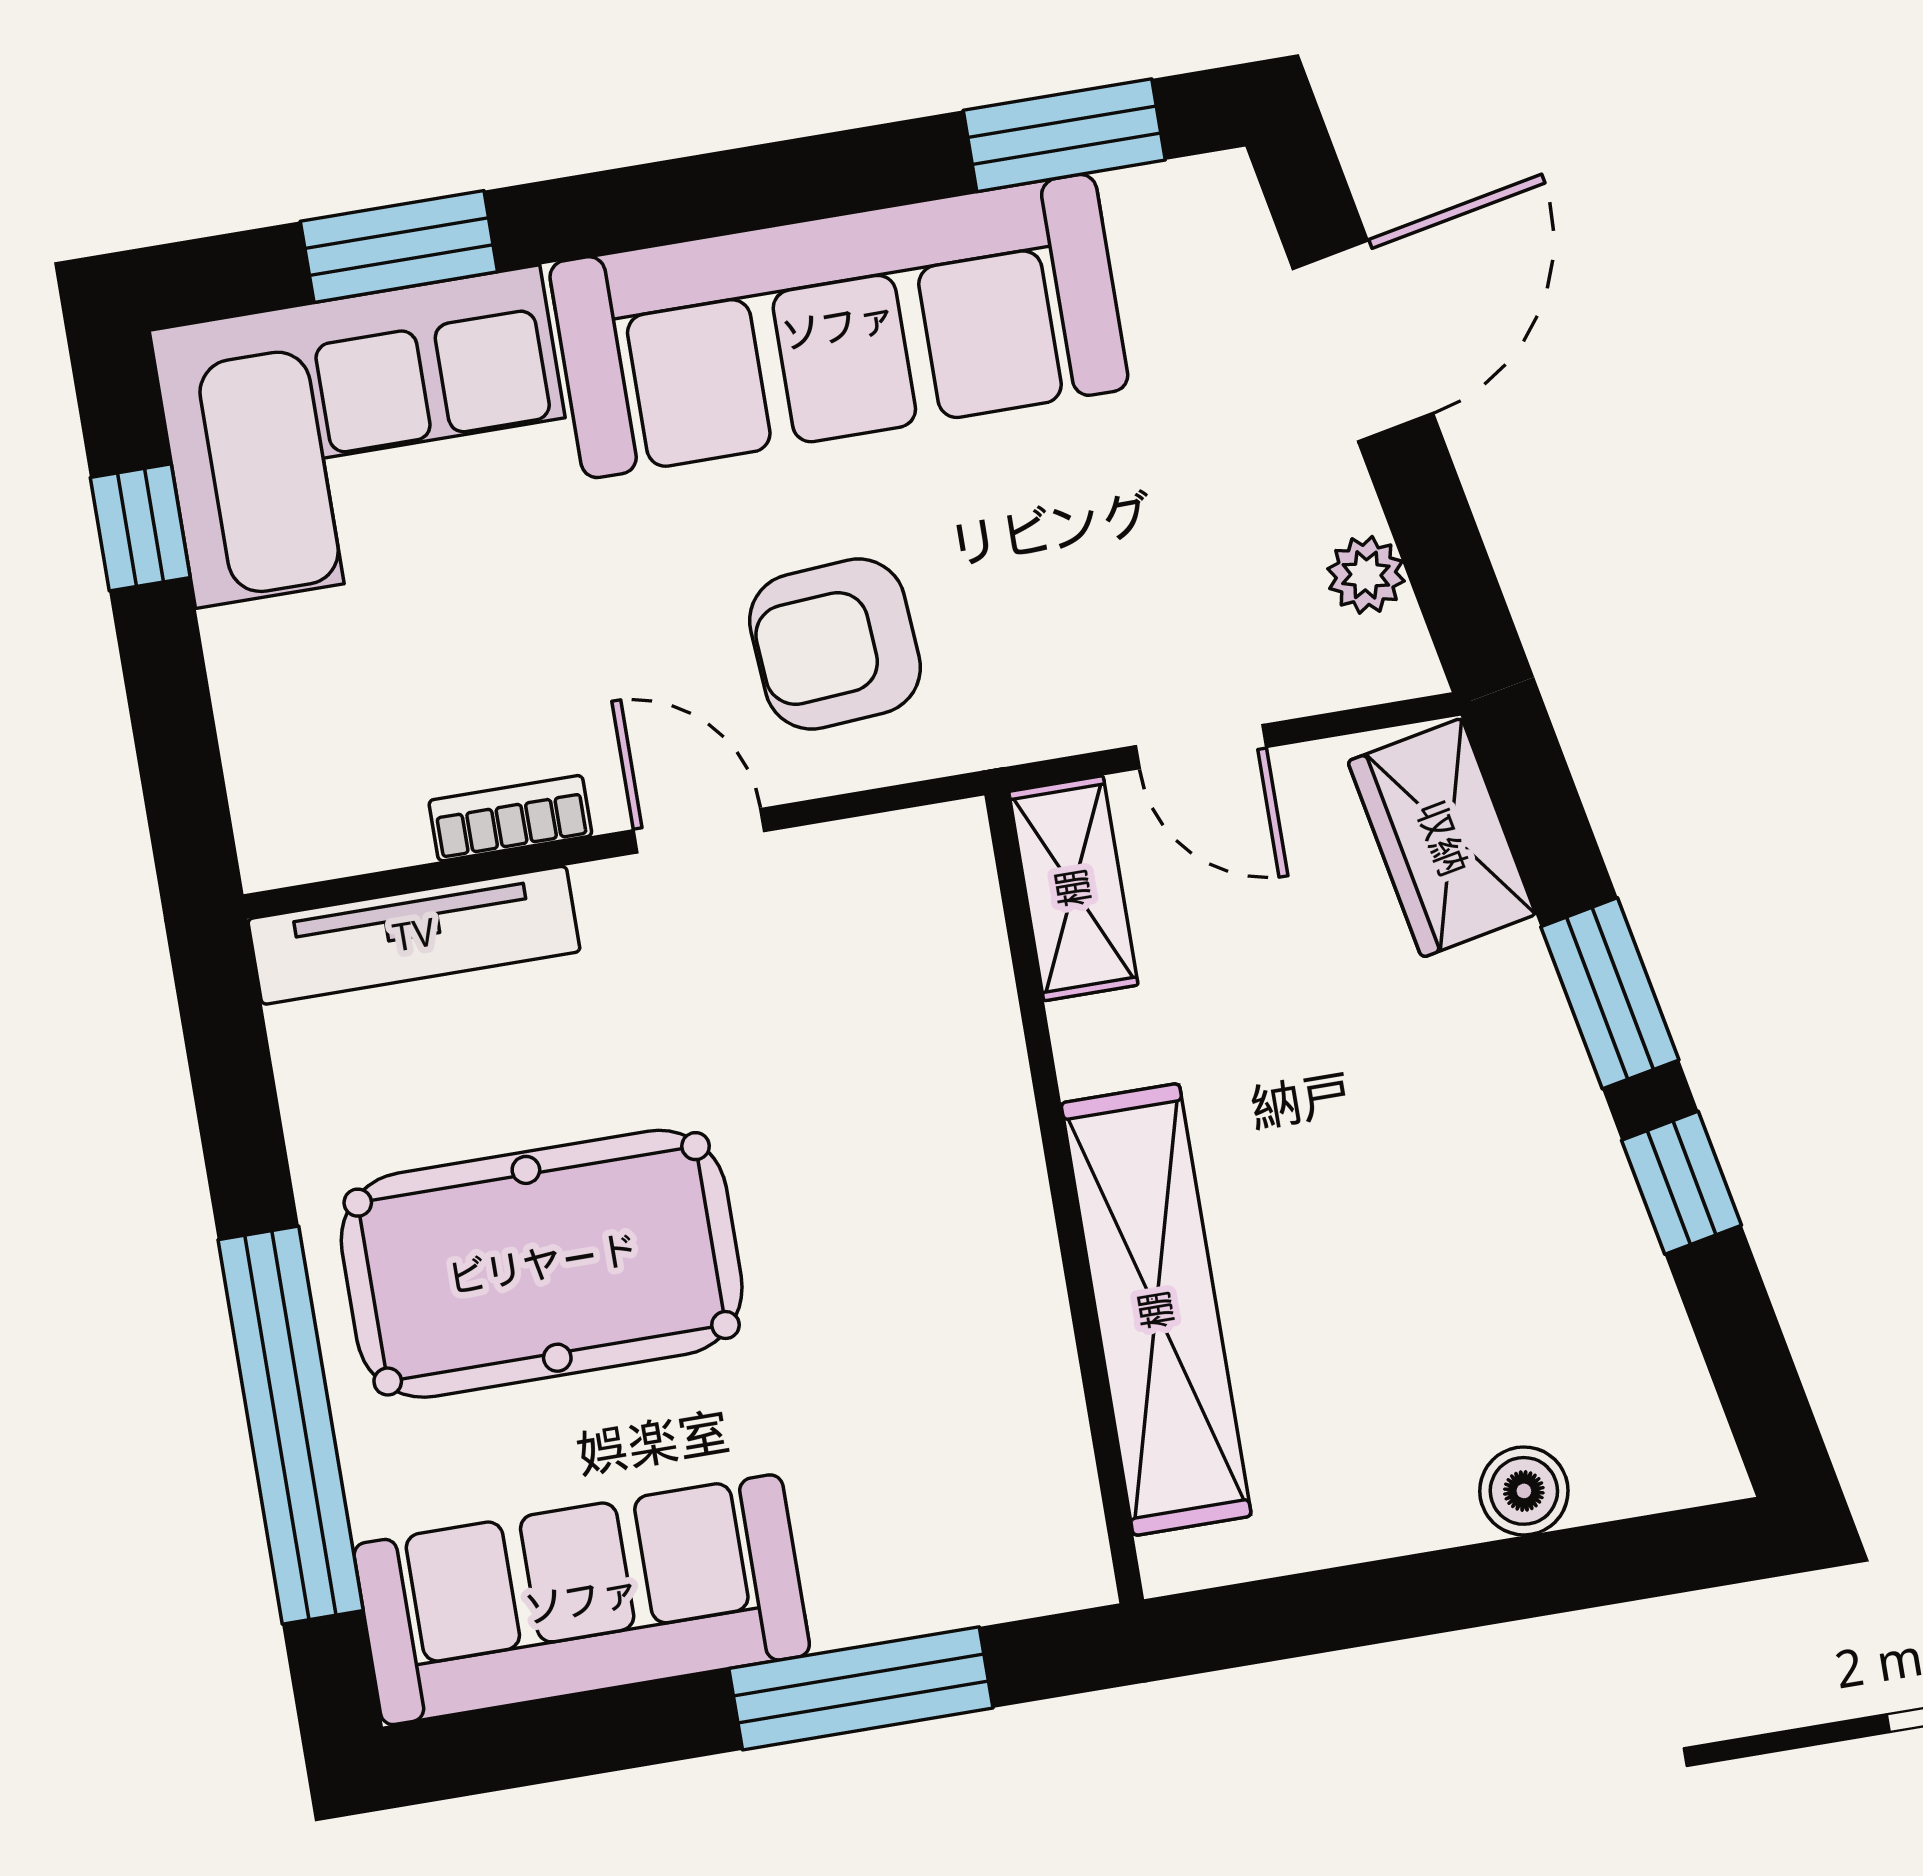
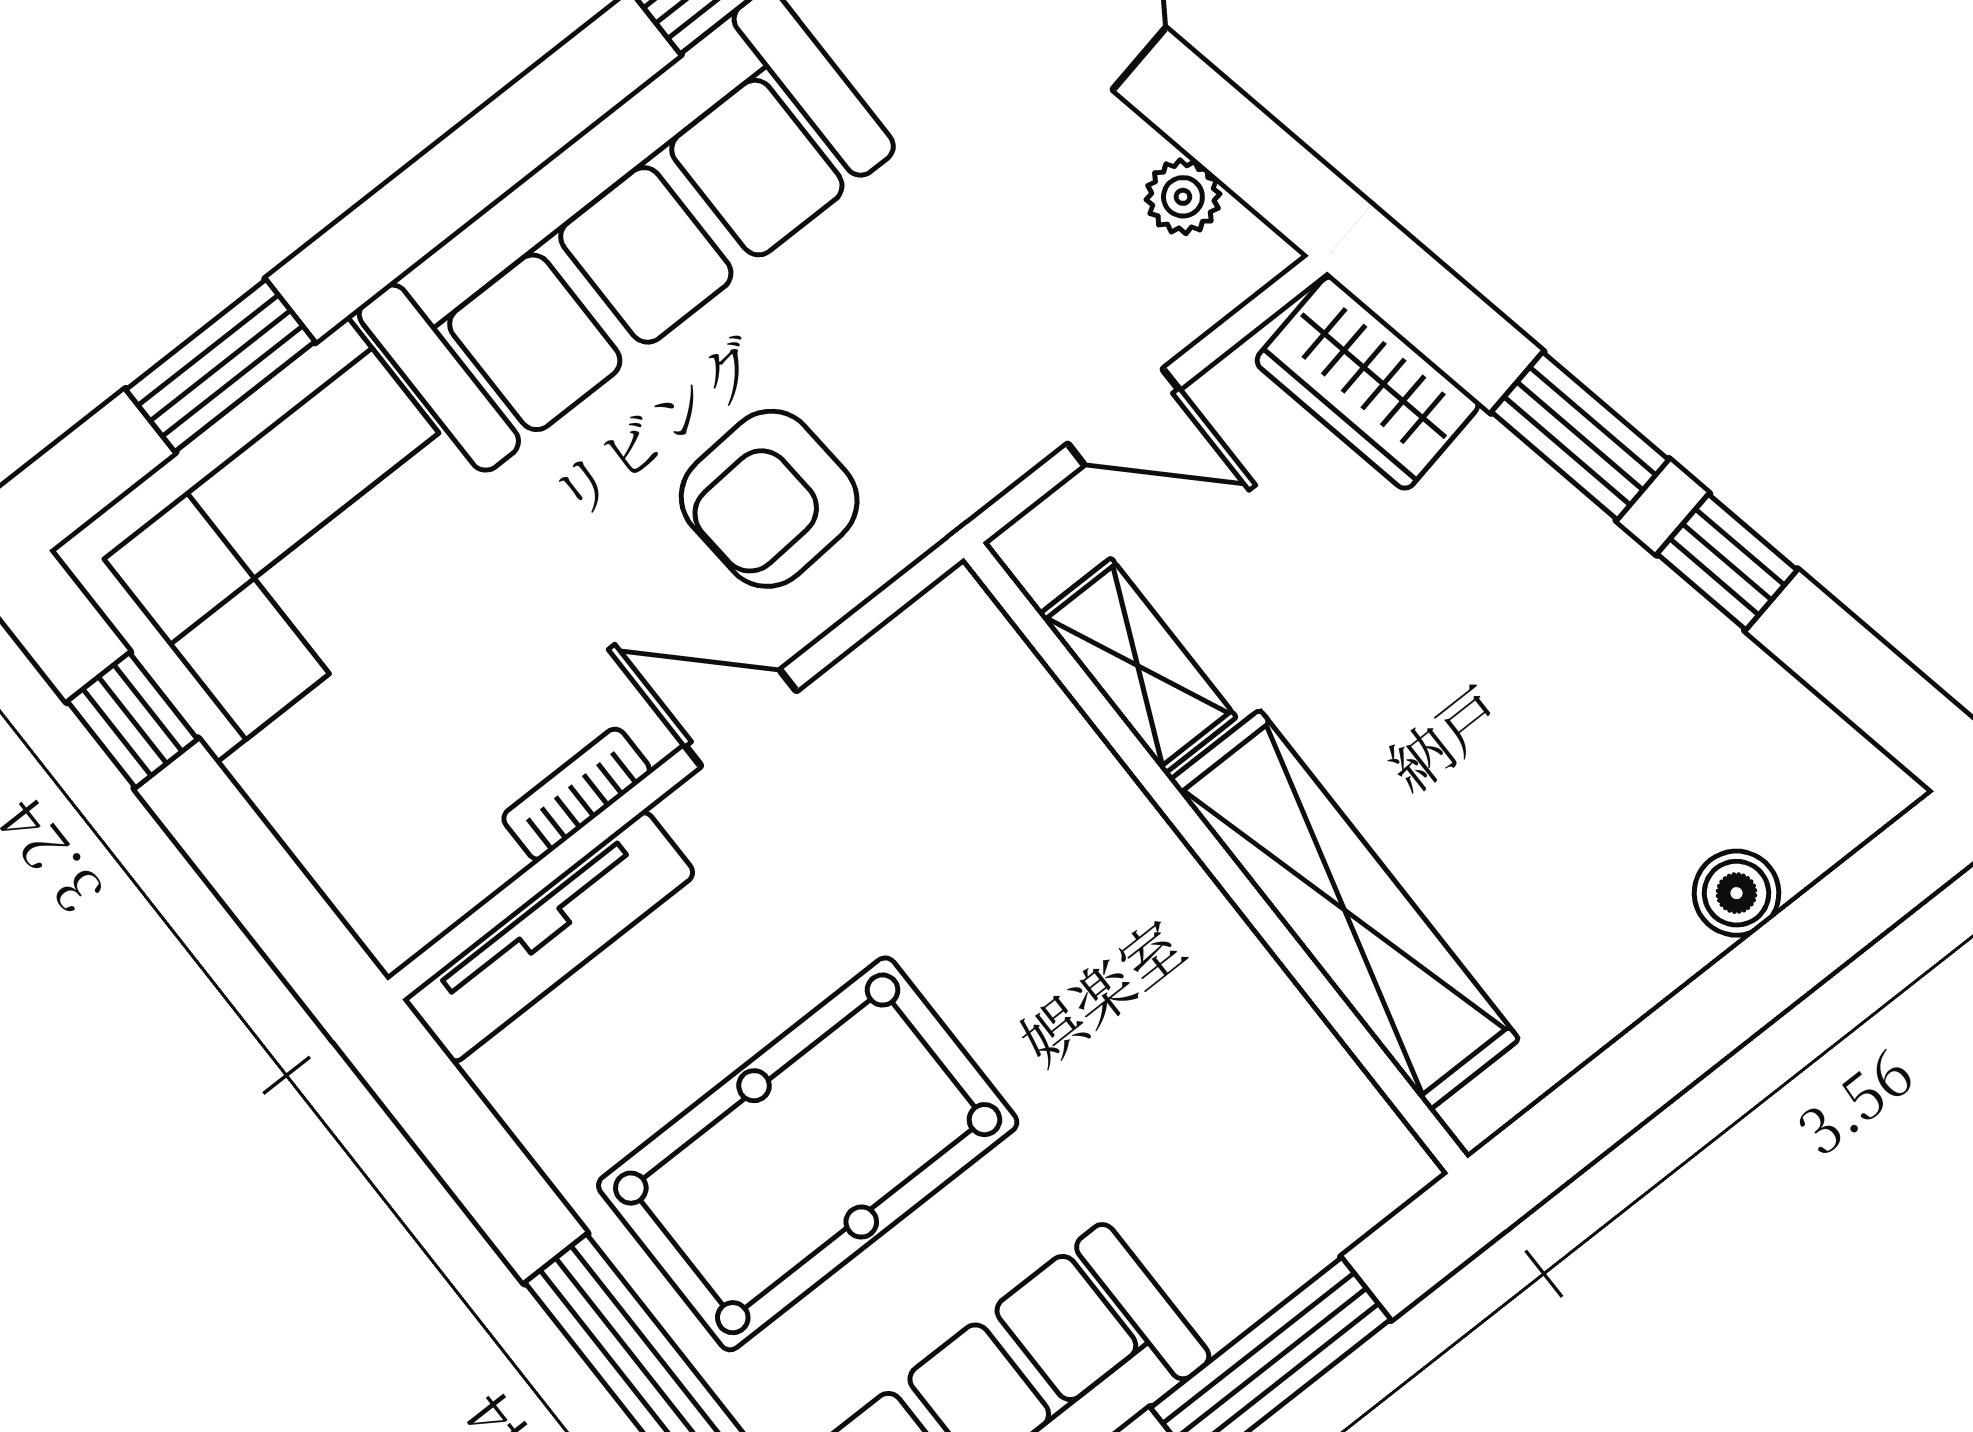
shelving: (1073, 888) -> (1138, 666), moved

